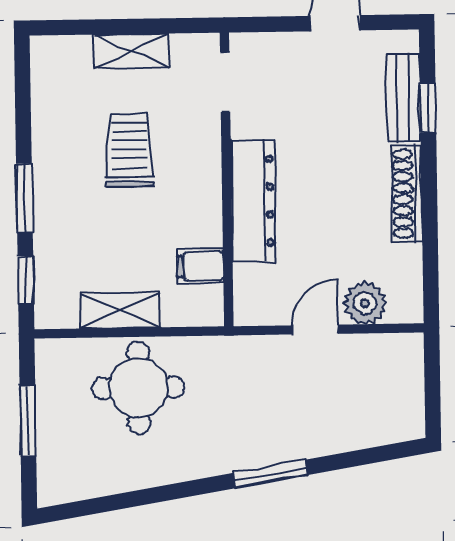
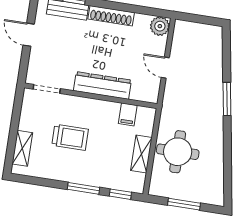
shelving: (131, 51) -> (22, 148), moved
trolley: (129, 150) -> (70, 137), turned 180
plant: (365, 303) -> (160, 26), moved

